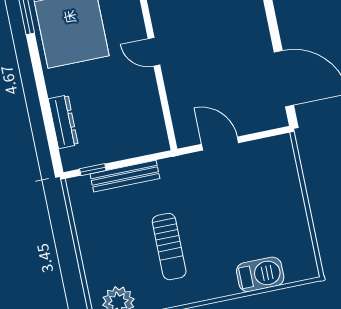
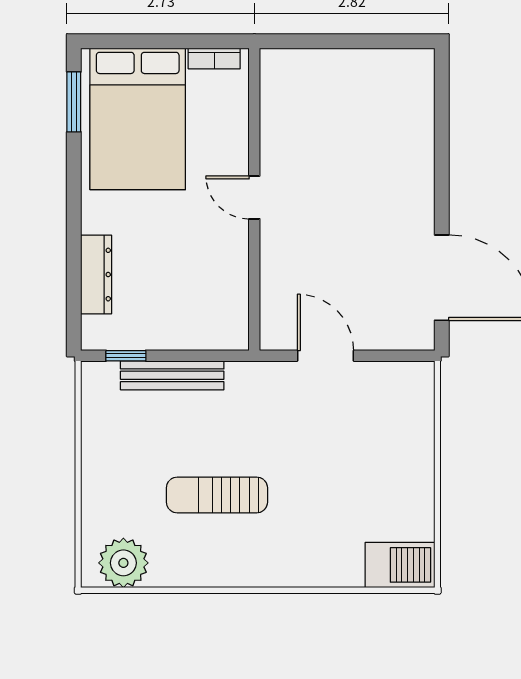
sun lounger: (169, 247) -> (217, 495), turned 90
barbecue: (260, 274) -> (400, 565), moved

